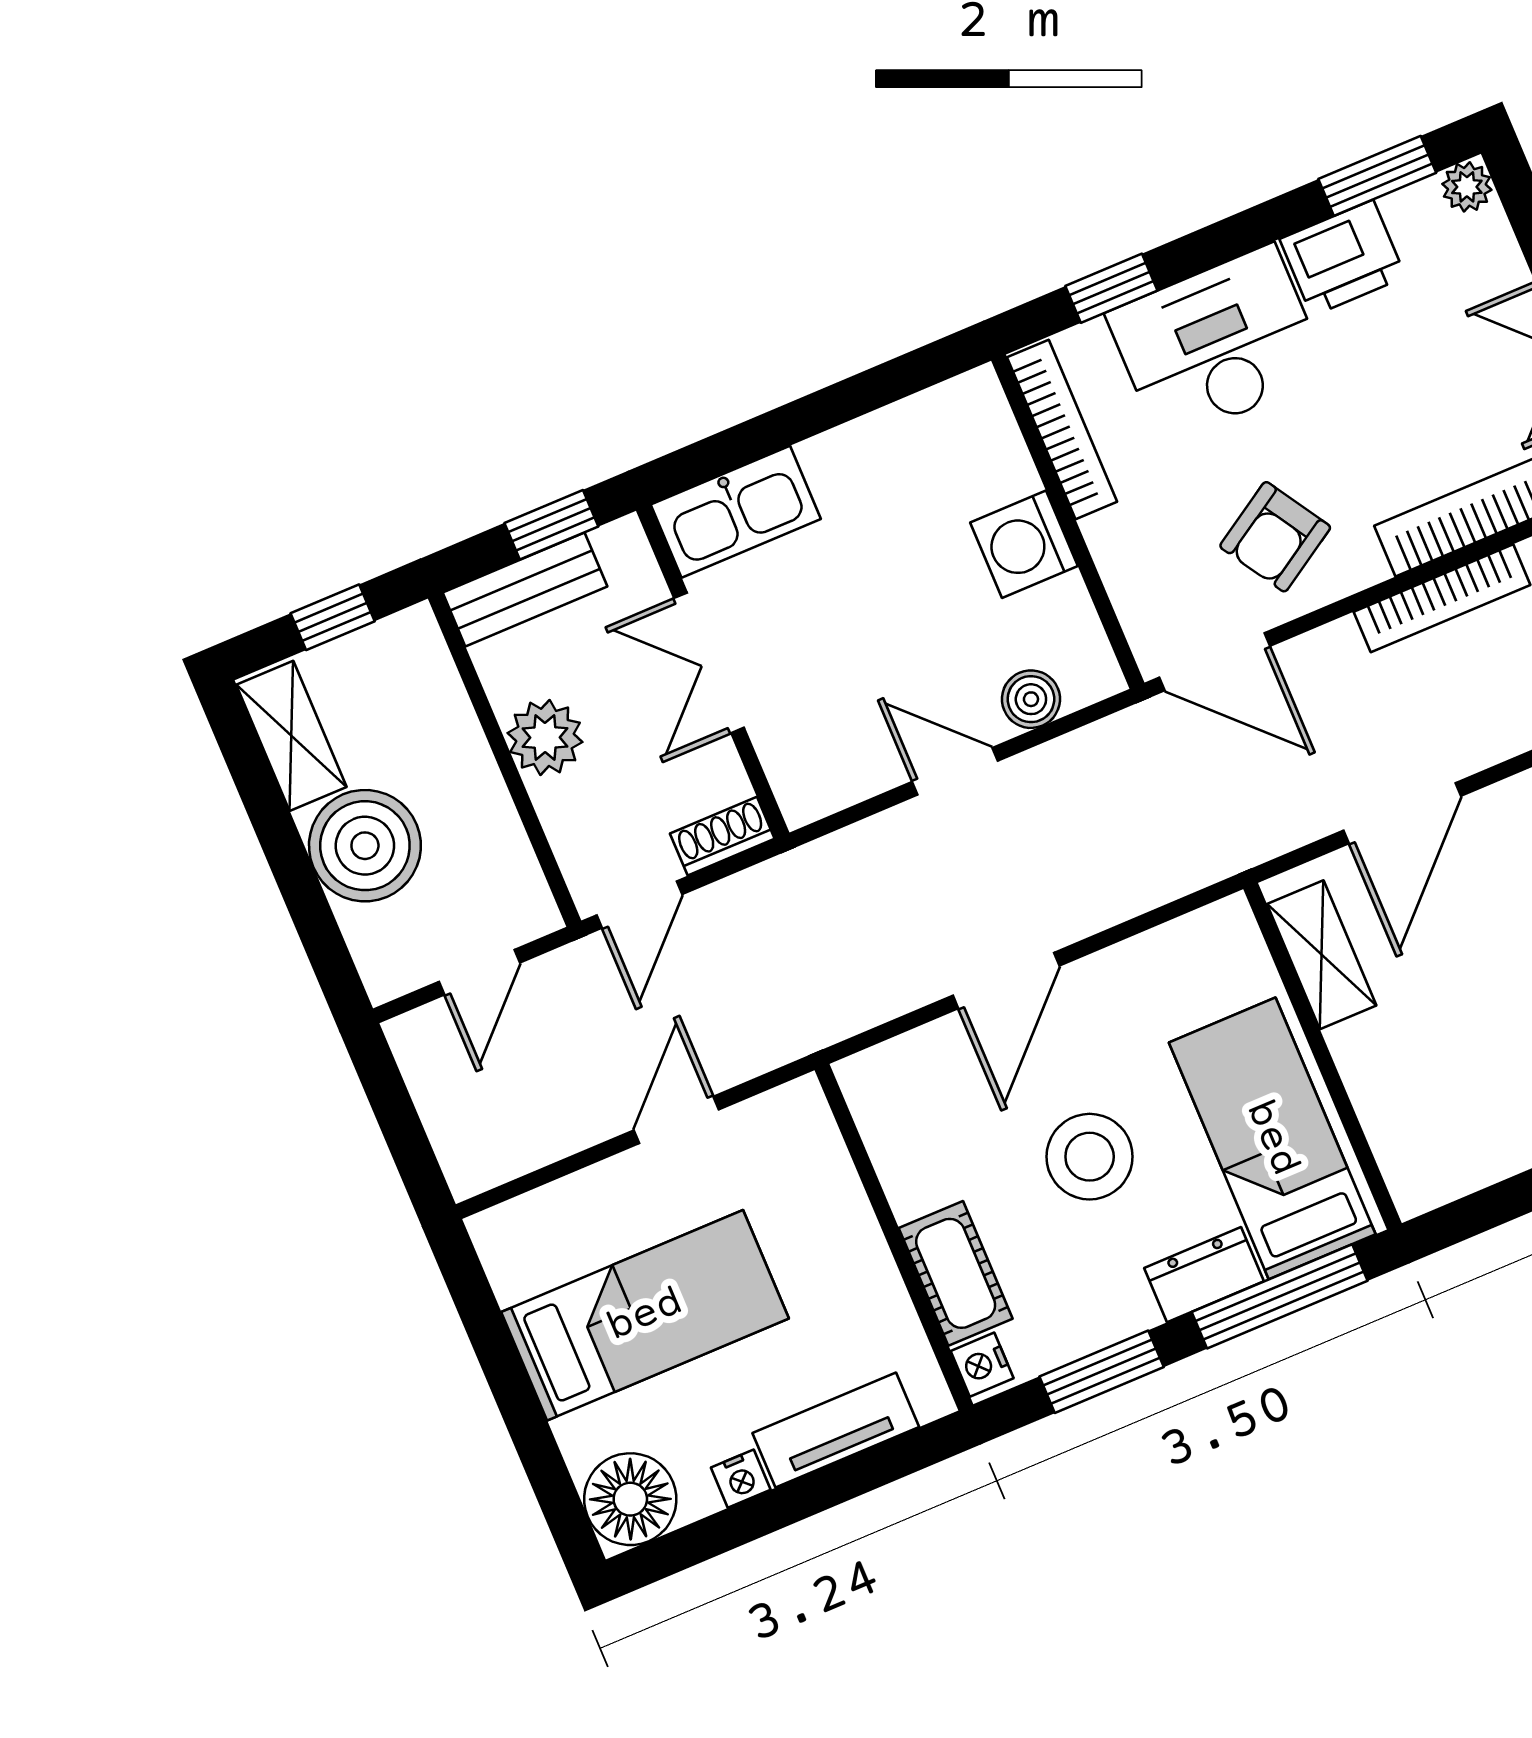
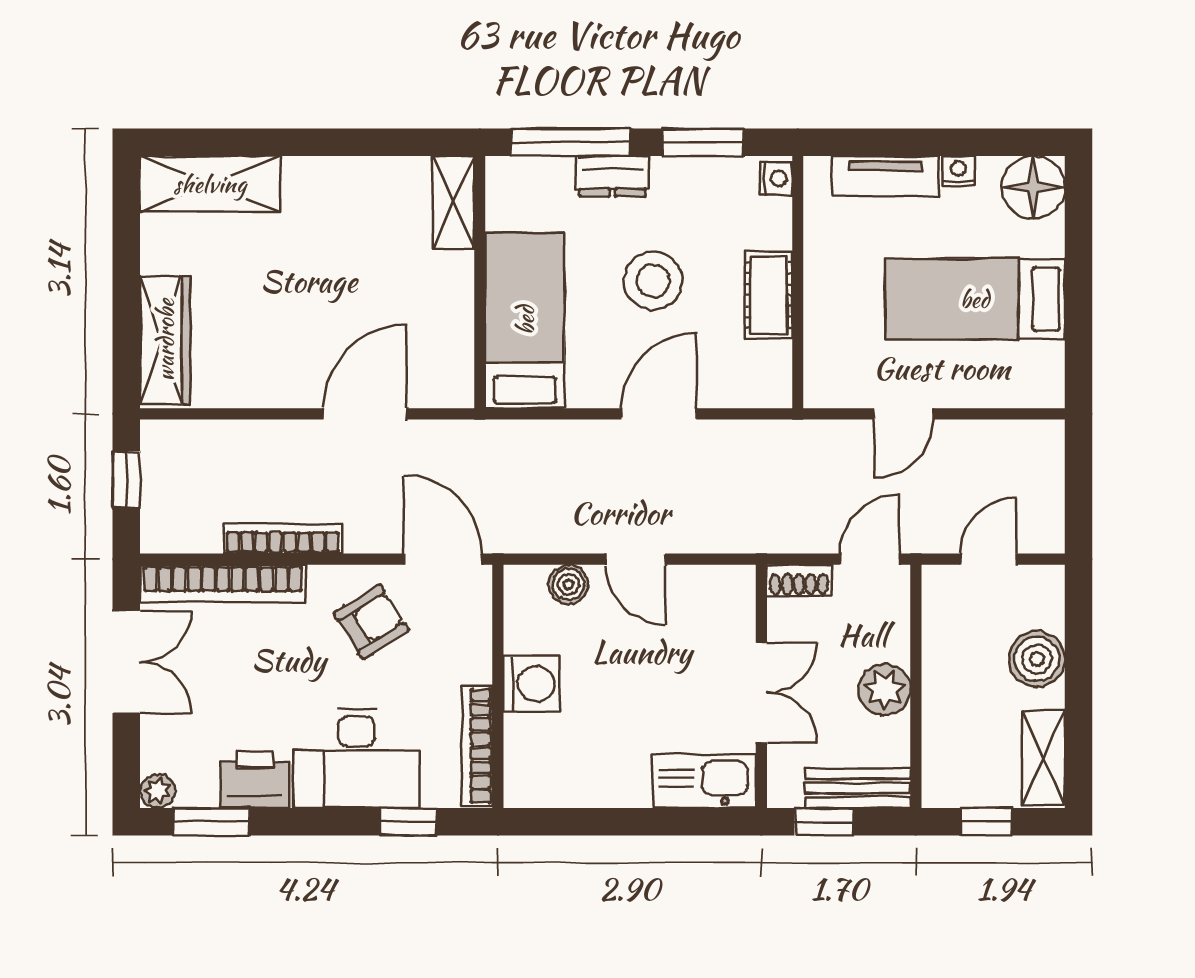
boiler: (365, 846) -> (1037, 659), width x0.73, depth x0.73
shelving: (1322, 955) -> (453, 202), moved
bed: (1272, 1138) -> (525, 320), moved, turned 180
cot: (956, 1273) -> (768, 295), moved

